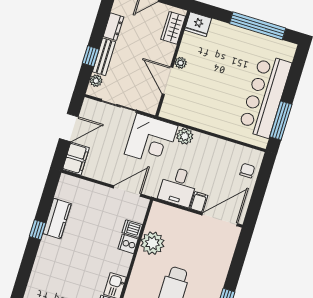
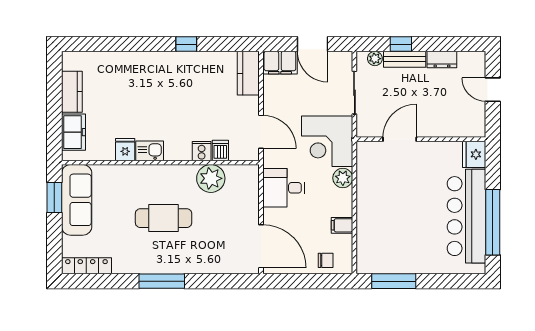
wardrobe: (173, 28) -> (461, 127), removed
plant: (181, 63) -> (424, 148), removed
bar counter: (265, 96) -> (466, 216), moved, turned -90
filing cabinet: (199, 202) -> (342, 225), moved, turned 180
kitchen counter: (57, 219) -> (248, 73), moved, turned 90

